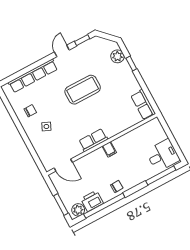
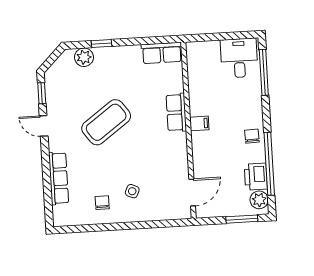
row of seats: (33, 76) -> (59, 178), width x0.73
coffee table: (83, 90) -> (106, 122), turned 54
row of seats: (93, 140) -> (176, 112), moved

